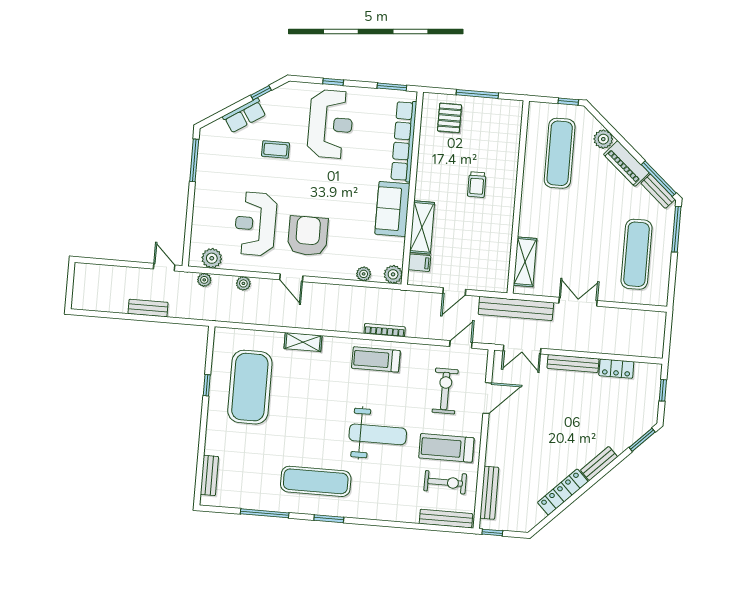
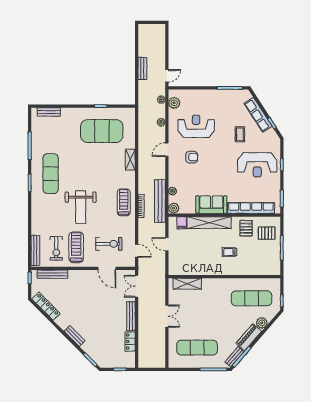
row of seats: (244, 115) -> (258, 115), width x1.48
pallet: (438, 153) -> (246, 228), added
shelving: (422, 227) -> (209, 223), width x1.47
armchair: (308, 236) -> (192, 157), width x0.53, depth x0.53
bench: (516, 308) -> (160, 201), moved
locker: (563, 492) -> (46, 306), moved

